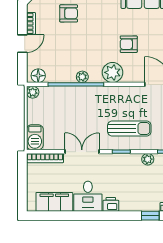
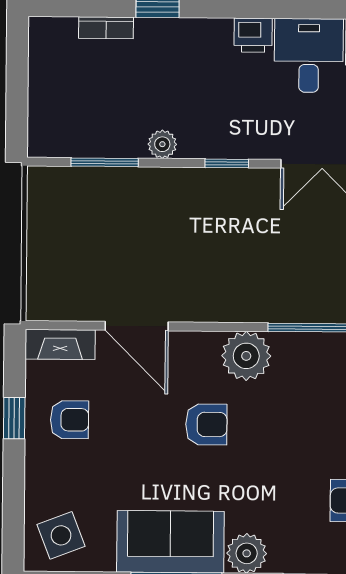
plant: (82, 77) -> (320, 346), removed
sun lounger: (129, 129) -> (206, 219), removed

